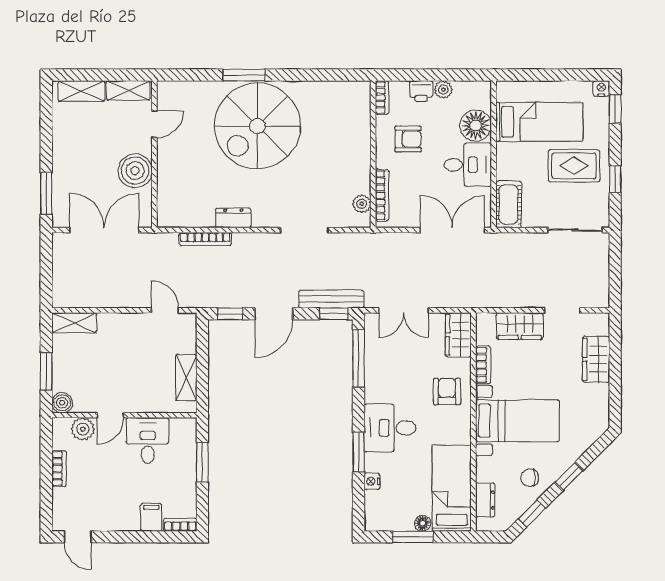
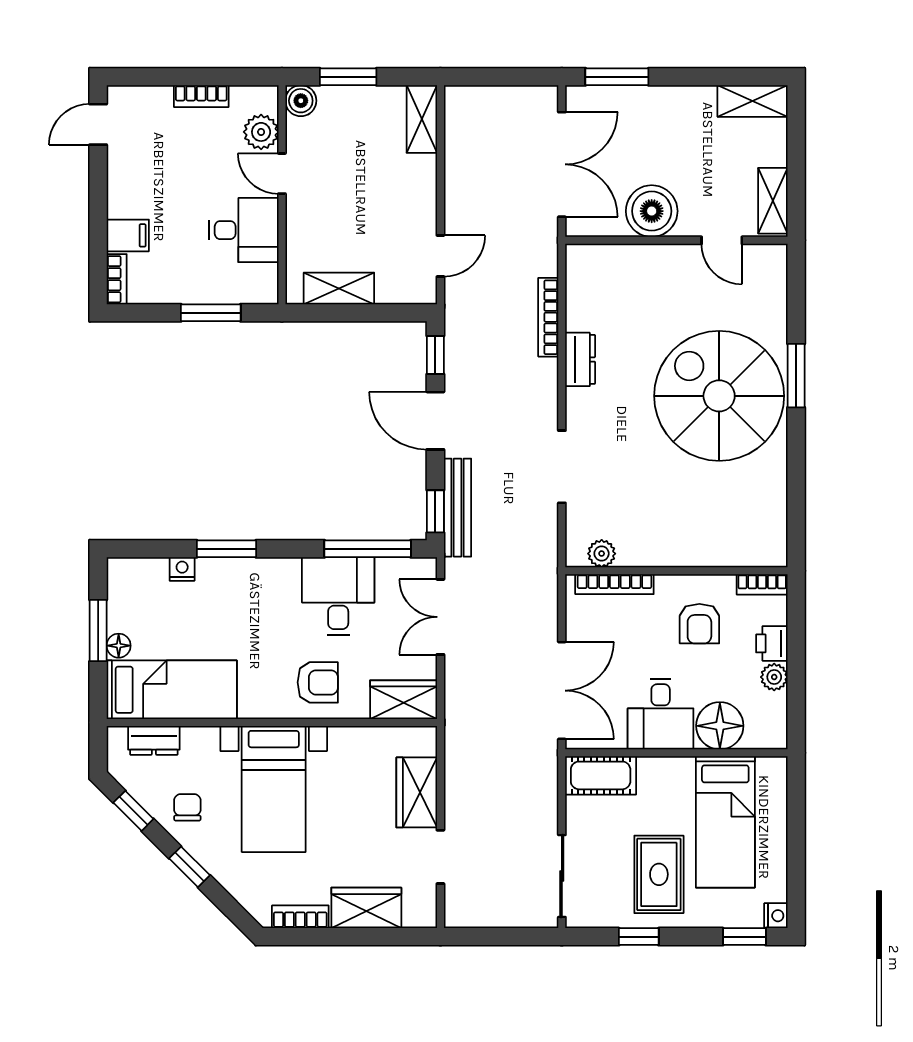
shelving: (81, 91) -> (753, 101), moved, turned 90
bookcase: (483, 365) -> (300, 917), moved, turned 180
desk: (390, 428) -> (338, 596), moved

